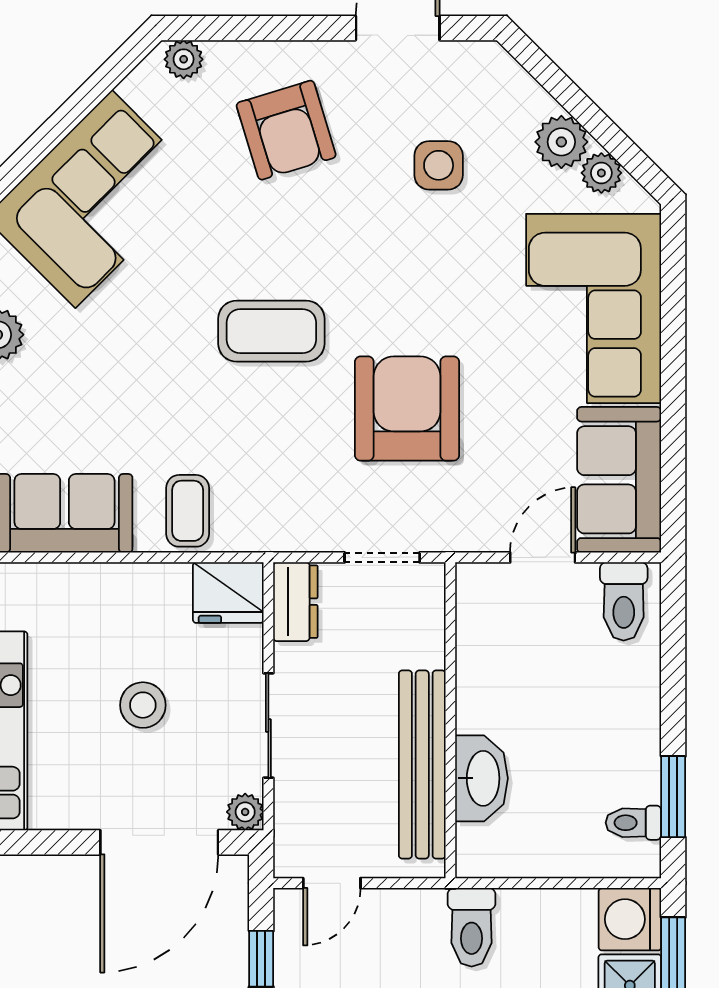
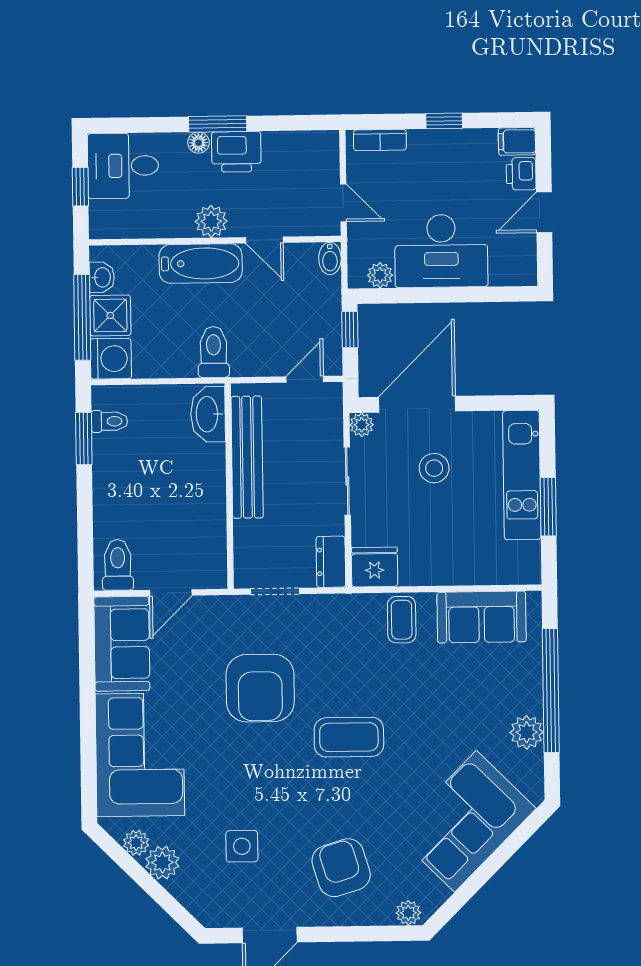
stool: (143, 705) -> (434, 468), moved
washbasin: (482, 778) -> (208, 414), moved

